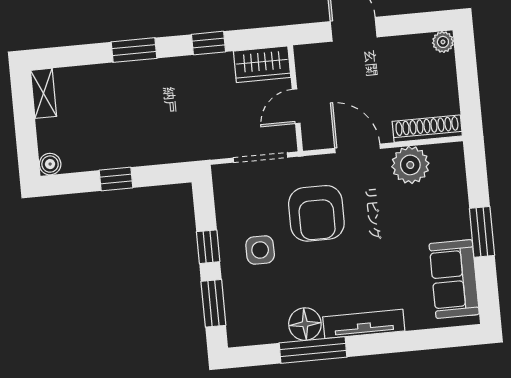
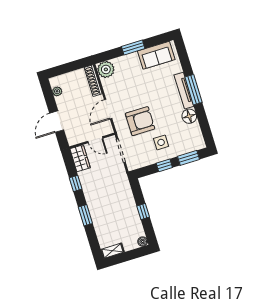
plant: (443, 42) -> (57, 91), moved
plant: (410, 165) -> (106, 69), moved
window: (313, 350) -> (193, 90), moved

